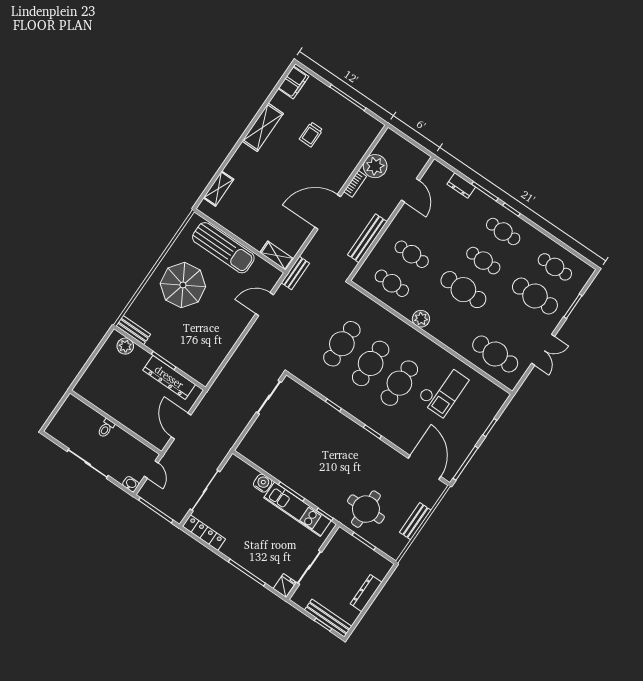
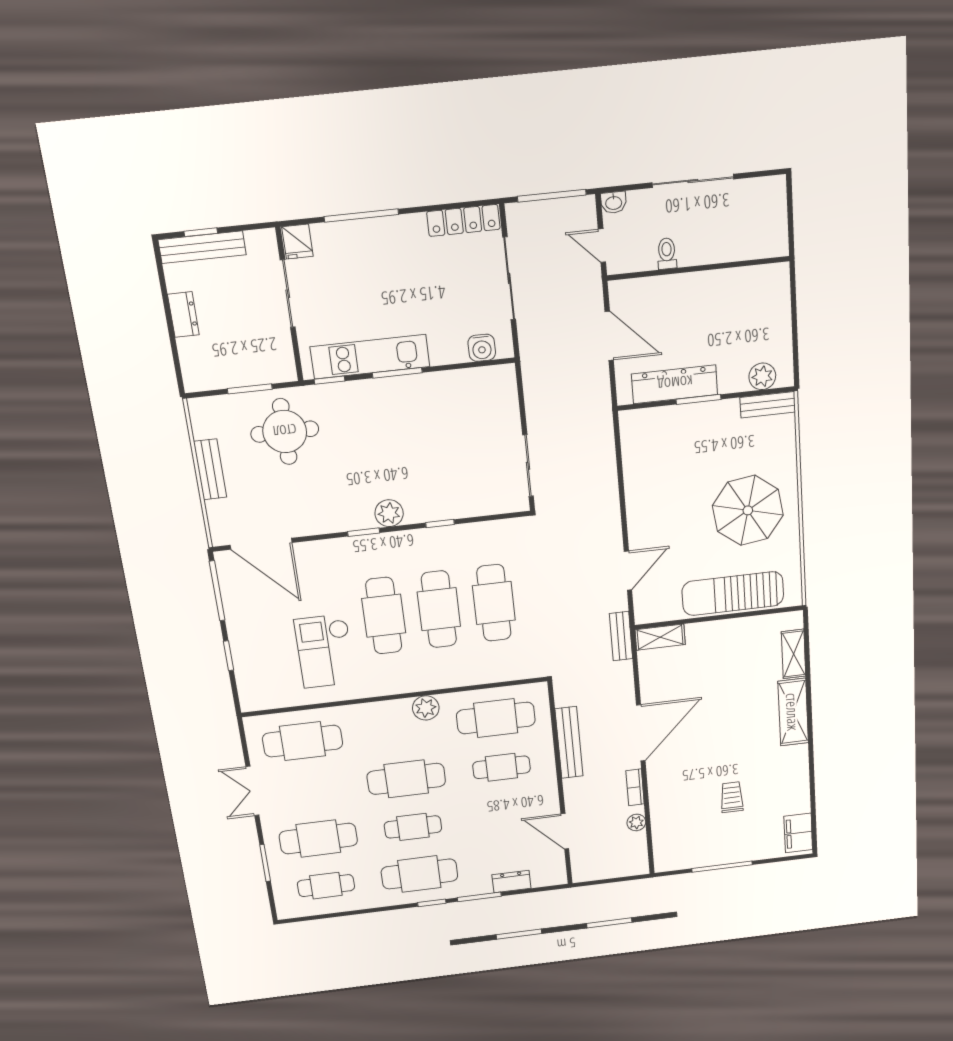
shelving: (263, 127) -> (793, 712), moved
plant: (375, 166) -> (636, 822), width x0.53, depth x0.53
cafe table: (503, 232) -> (419, 874), width x1.37, depth x1.35
cafe table: (392, 283) -> (496, 718), width x1.37, depth x1.35
toilet: (106, 428) -> (667, 253), moved
plant: (353, 430) -> (389, 513), added
water cooler: (263, 483) -> (482, 348), moved
dresser: (366, 593) -> (183, 315), width x0.70

